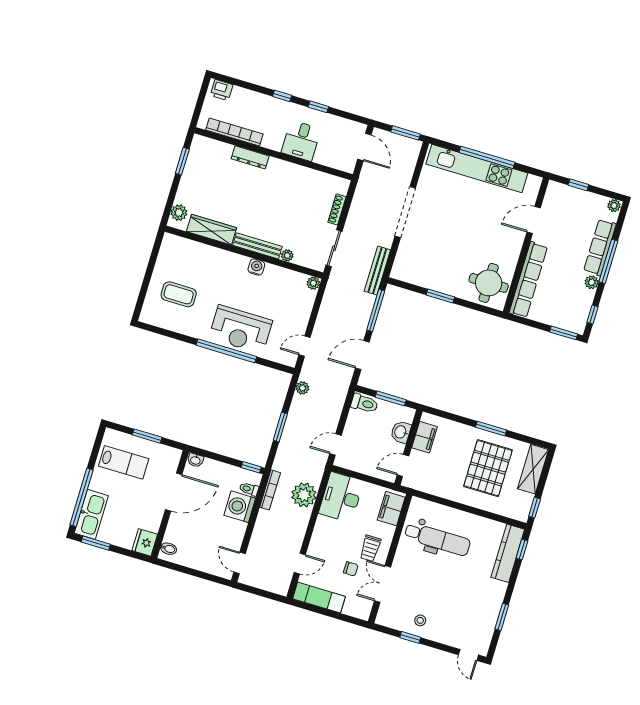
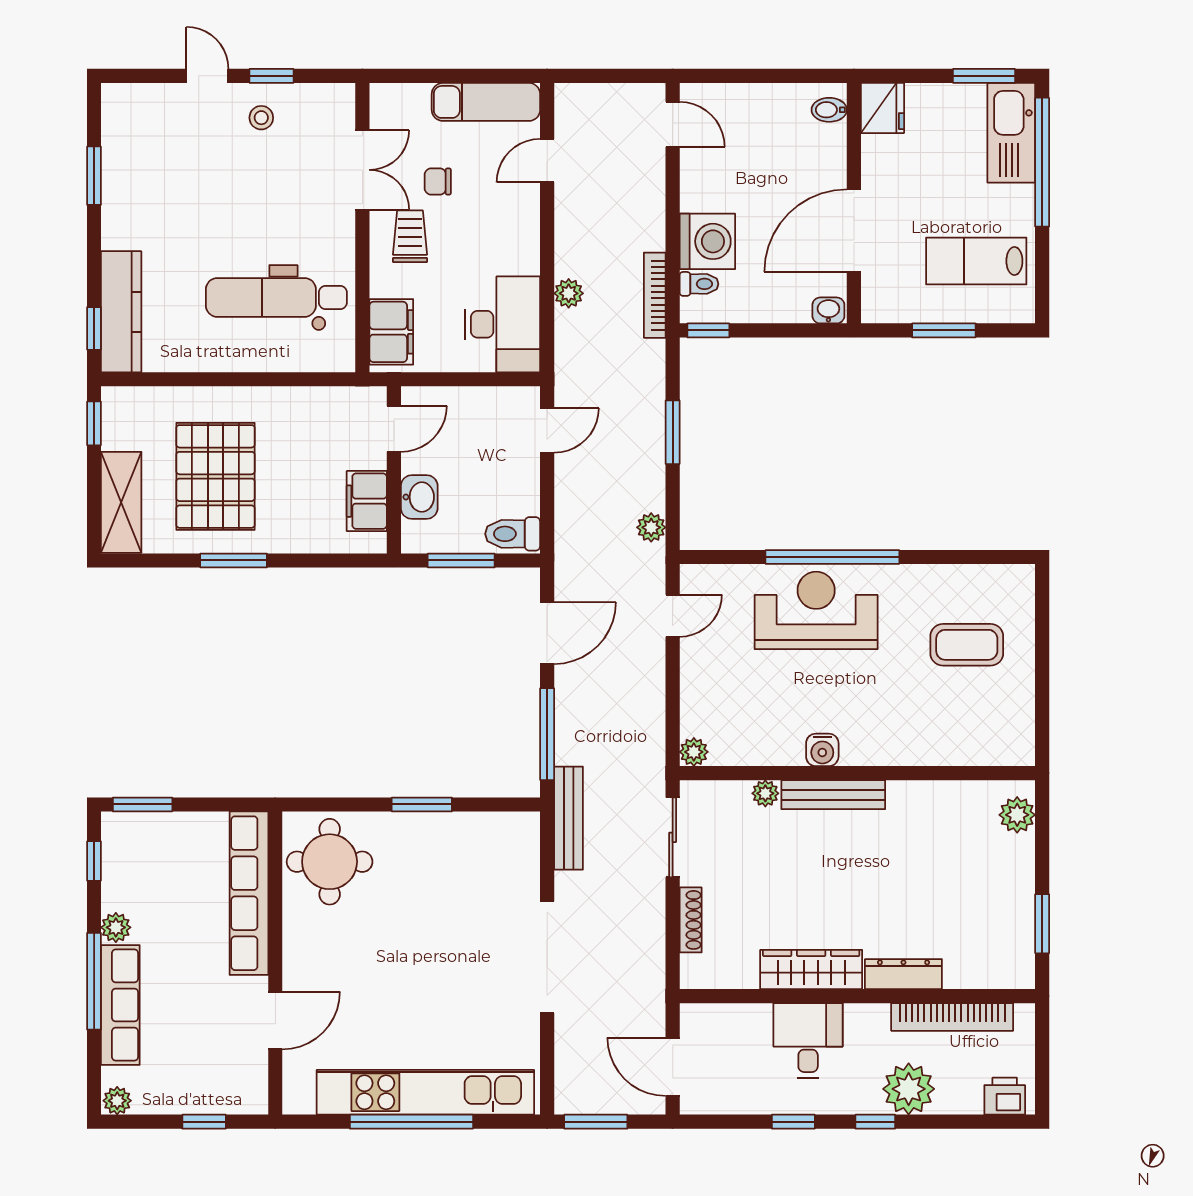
plant: (263, 106) -> (909, 1089), added
wardrobe: (211, 230) -> (811, 969), moved, turned 180
plant: (304, 495) -> (569, 293), width x0.53, depth x0.53
door: (468, 655) -> (207, 76), moved

